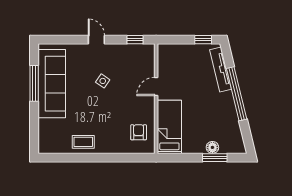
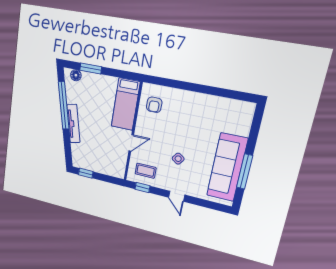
tv unit: (220, 69) -> (73, 124), moved
window: (237, 94) -> (64, 105), moved
coffee table: (83, 142) -> (146, 171), moved
floor lamp: (212, 147) -> (76, 75), moved

